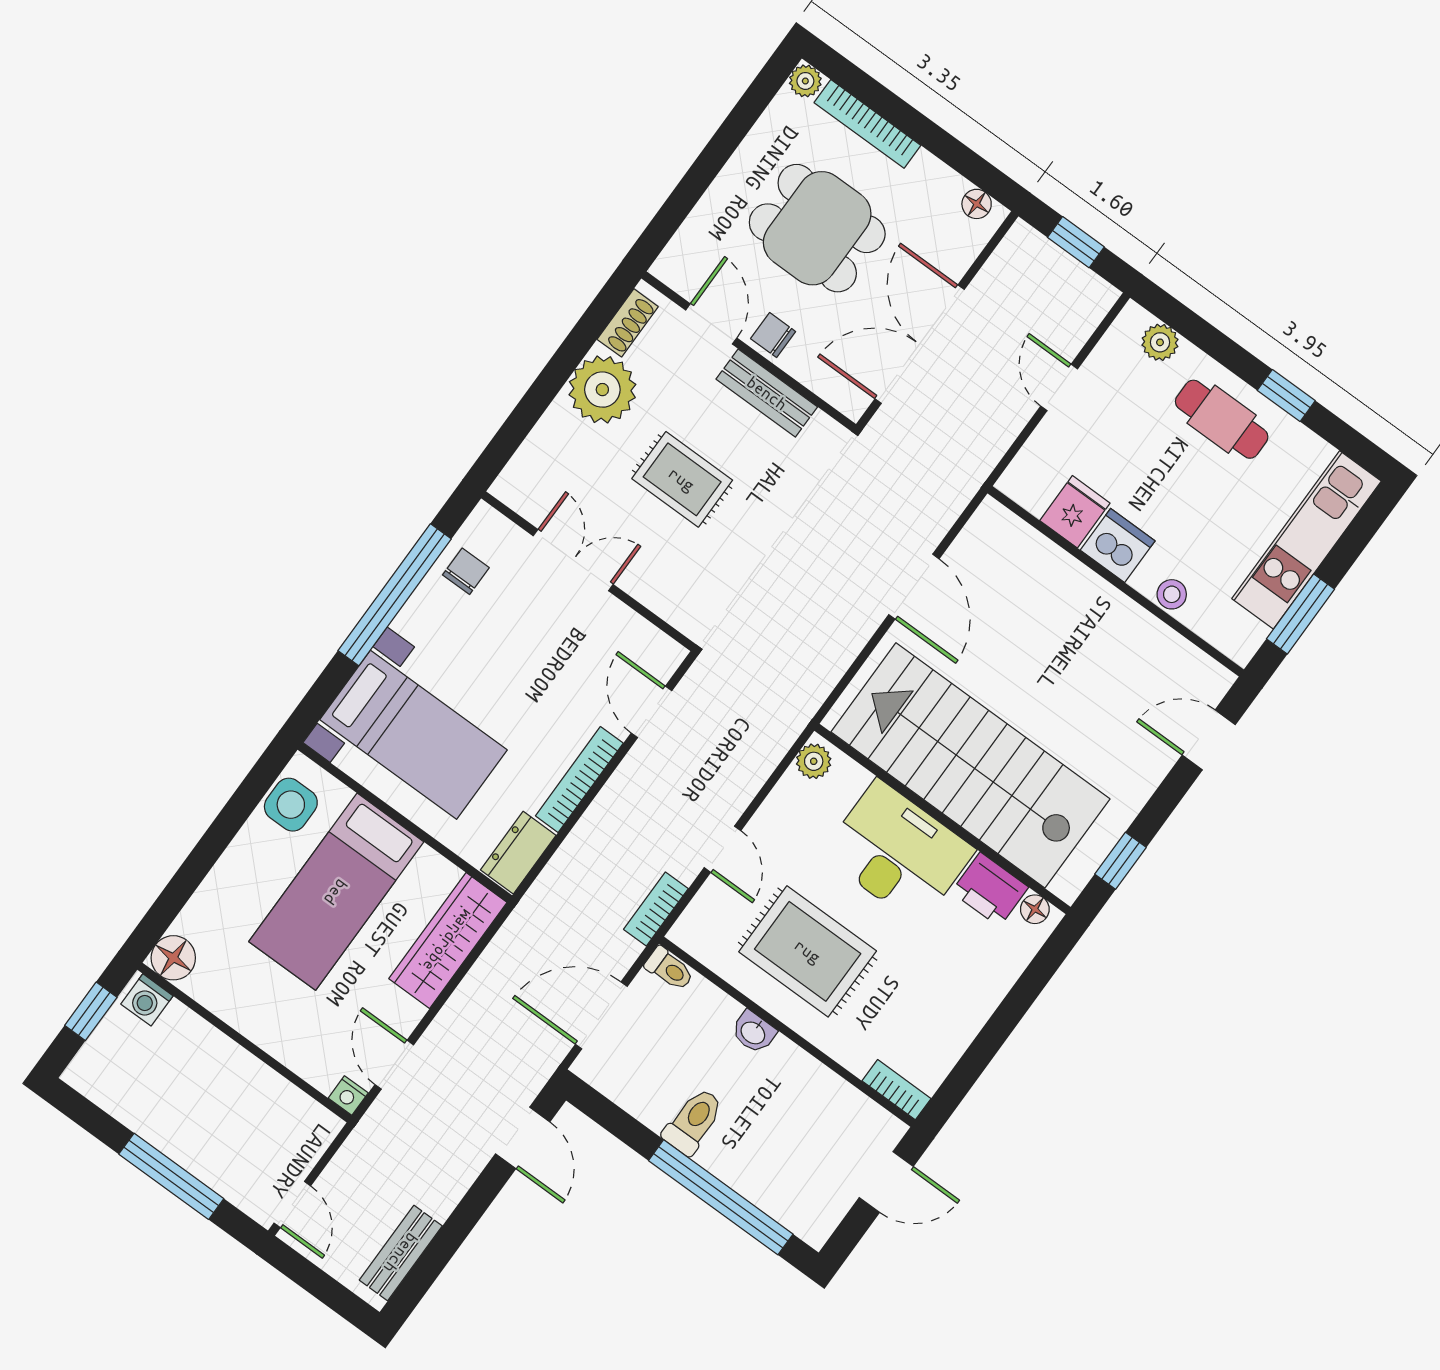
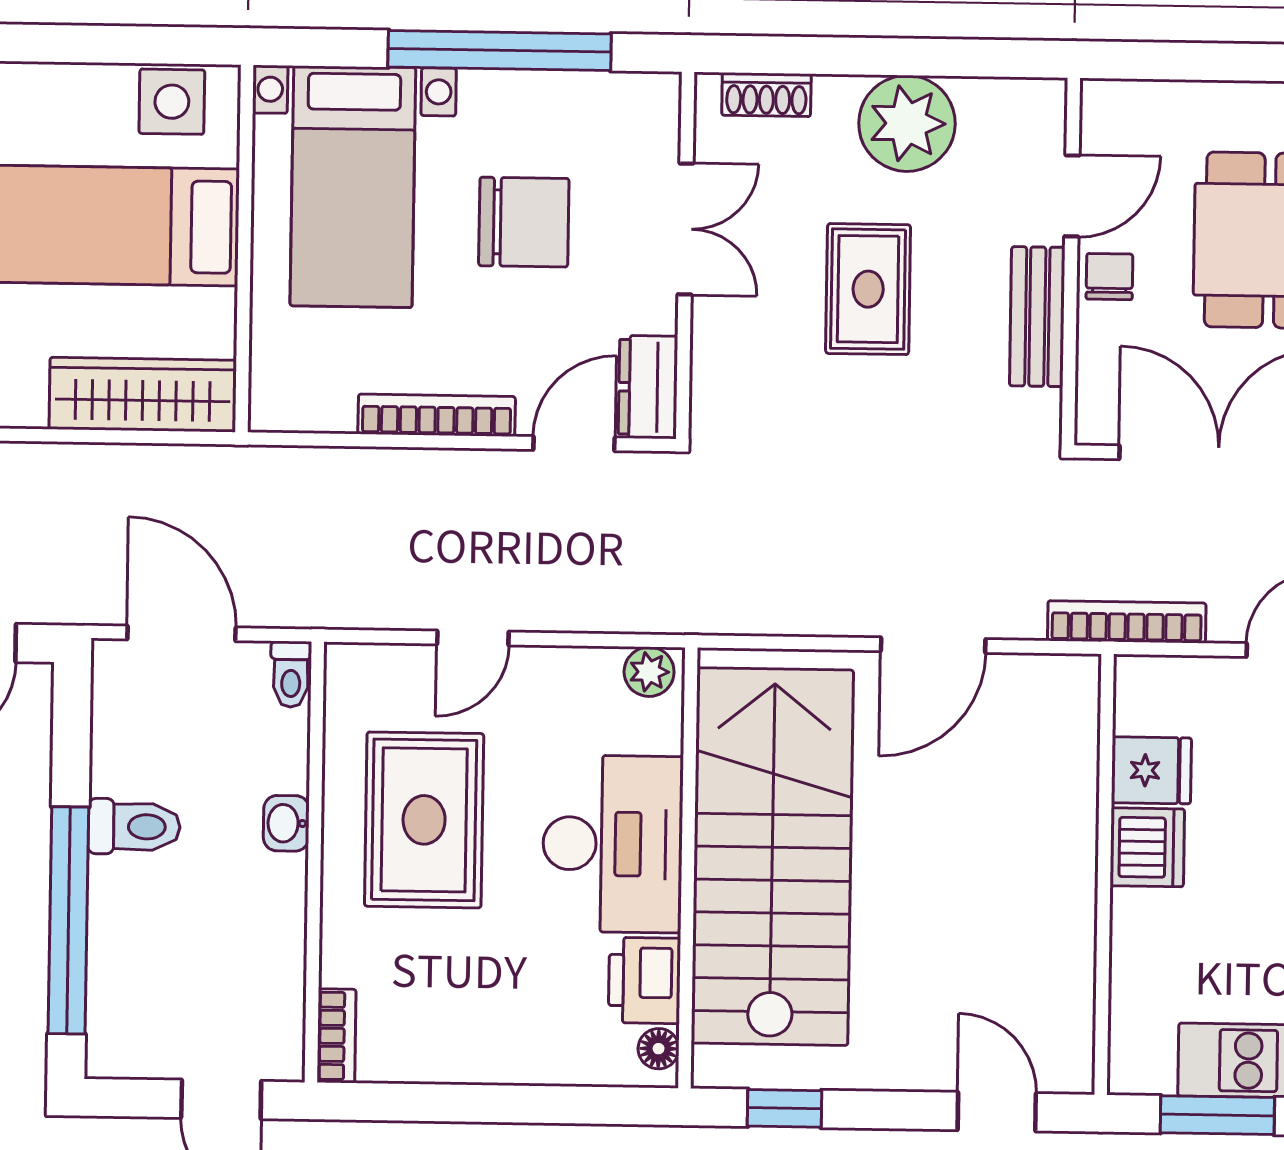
shoe rack: (628, 323) -> (766, 95), moved
chair: (466, 571) -> (524, 222), moved, width x1.87, depth x1.87
stool: (1172, 594) -> (1135, 950), removed
dresser: (518, 853) -> (648, 387), moved, turned -90
bookcase: (656, 909) -> (1127, 622), moved, width x1.56

